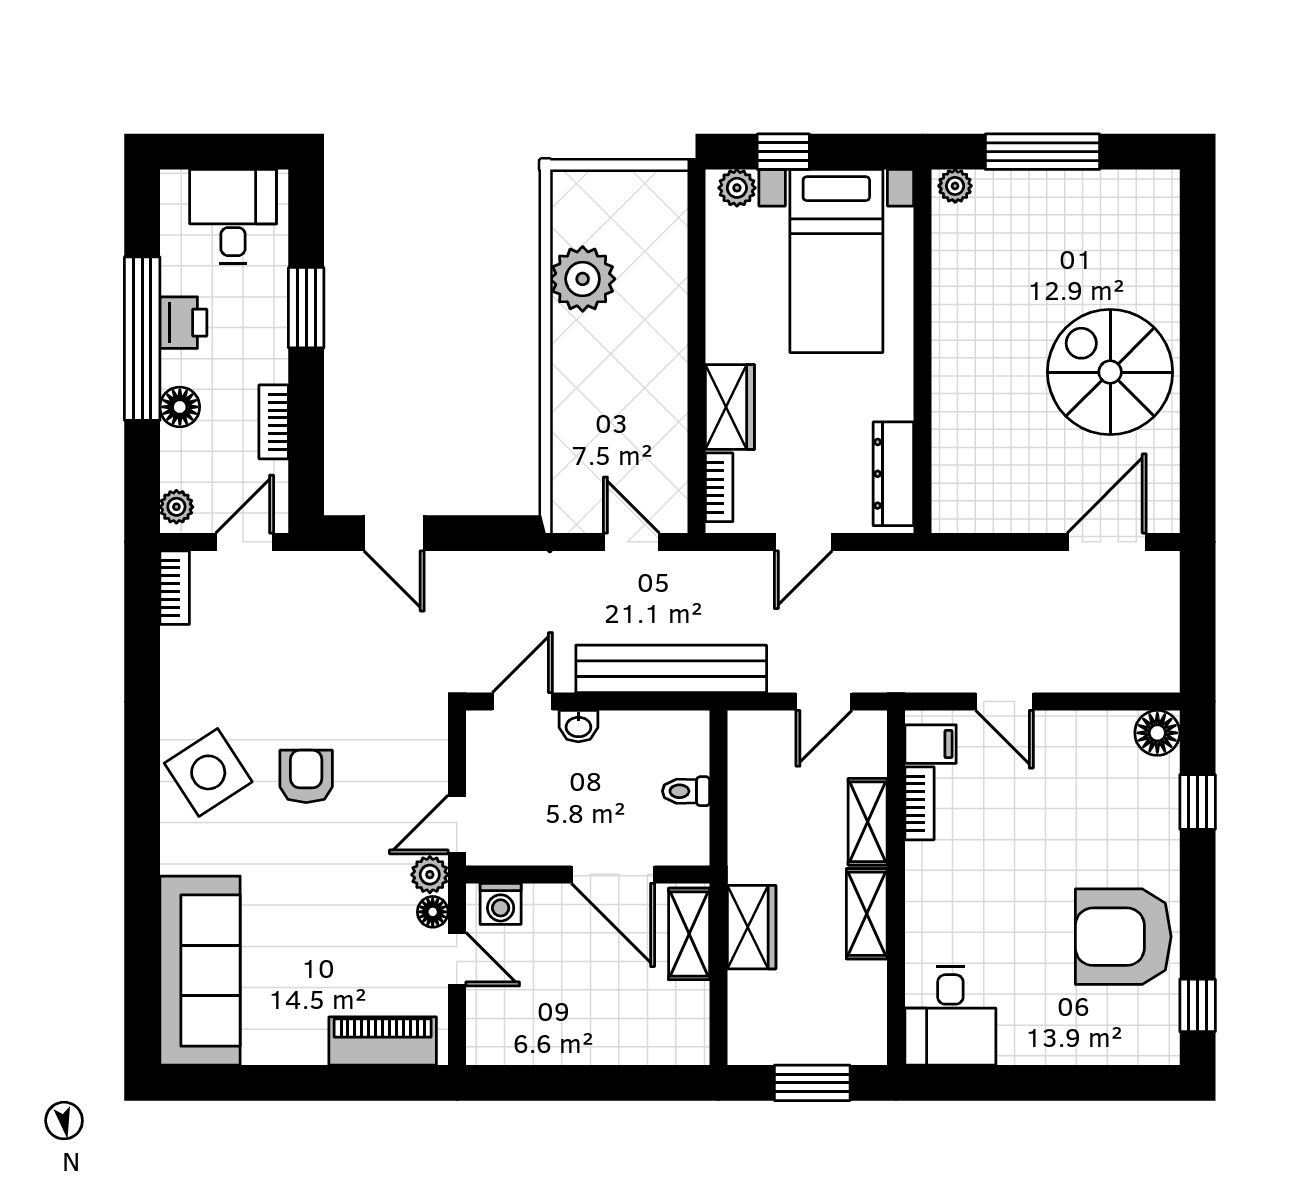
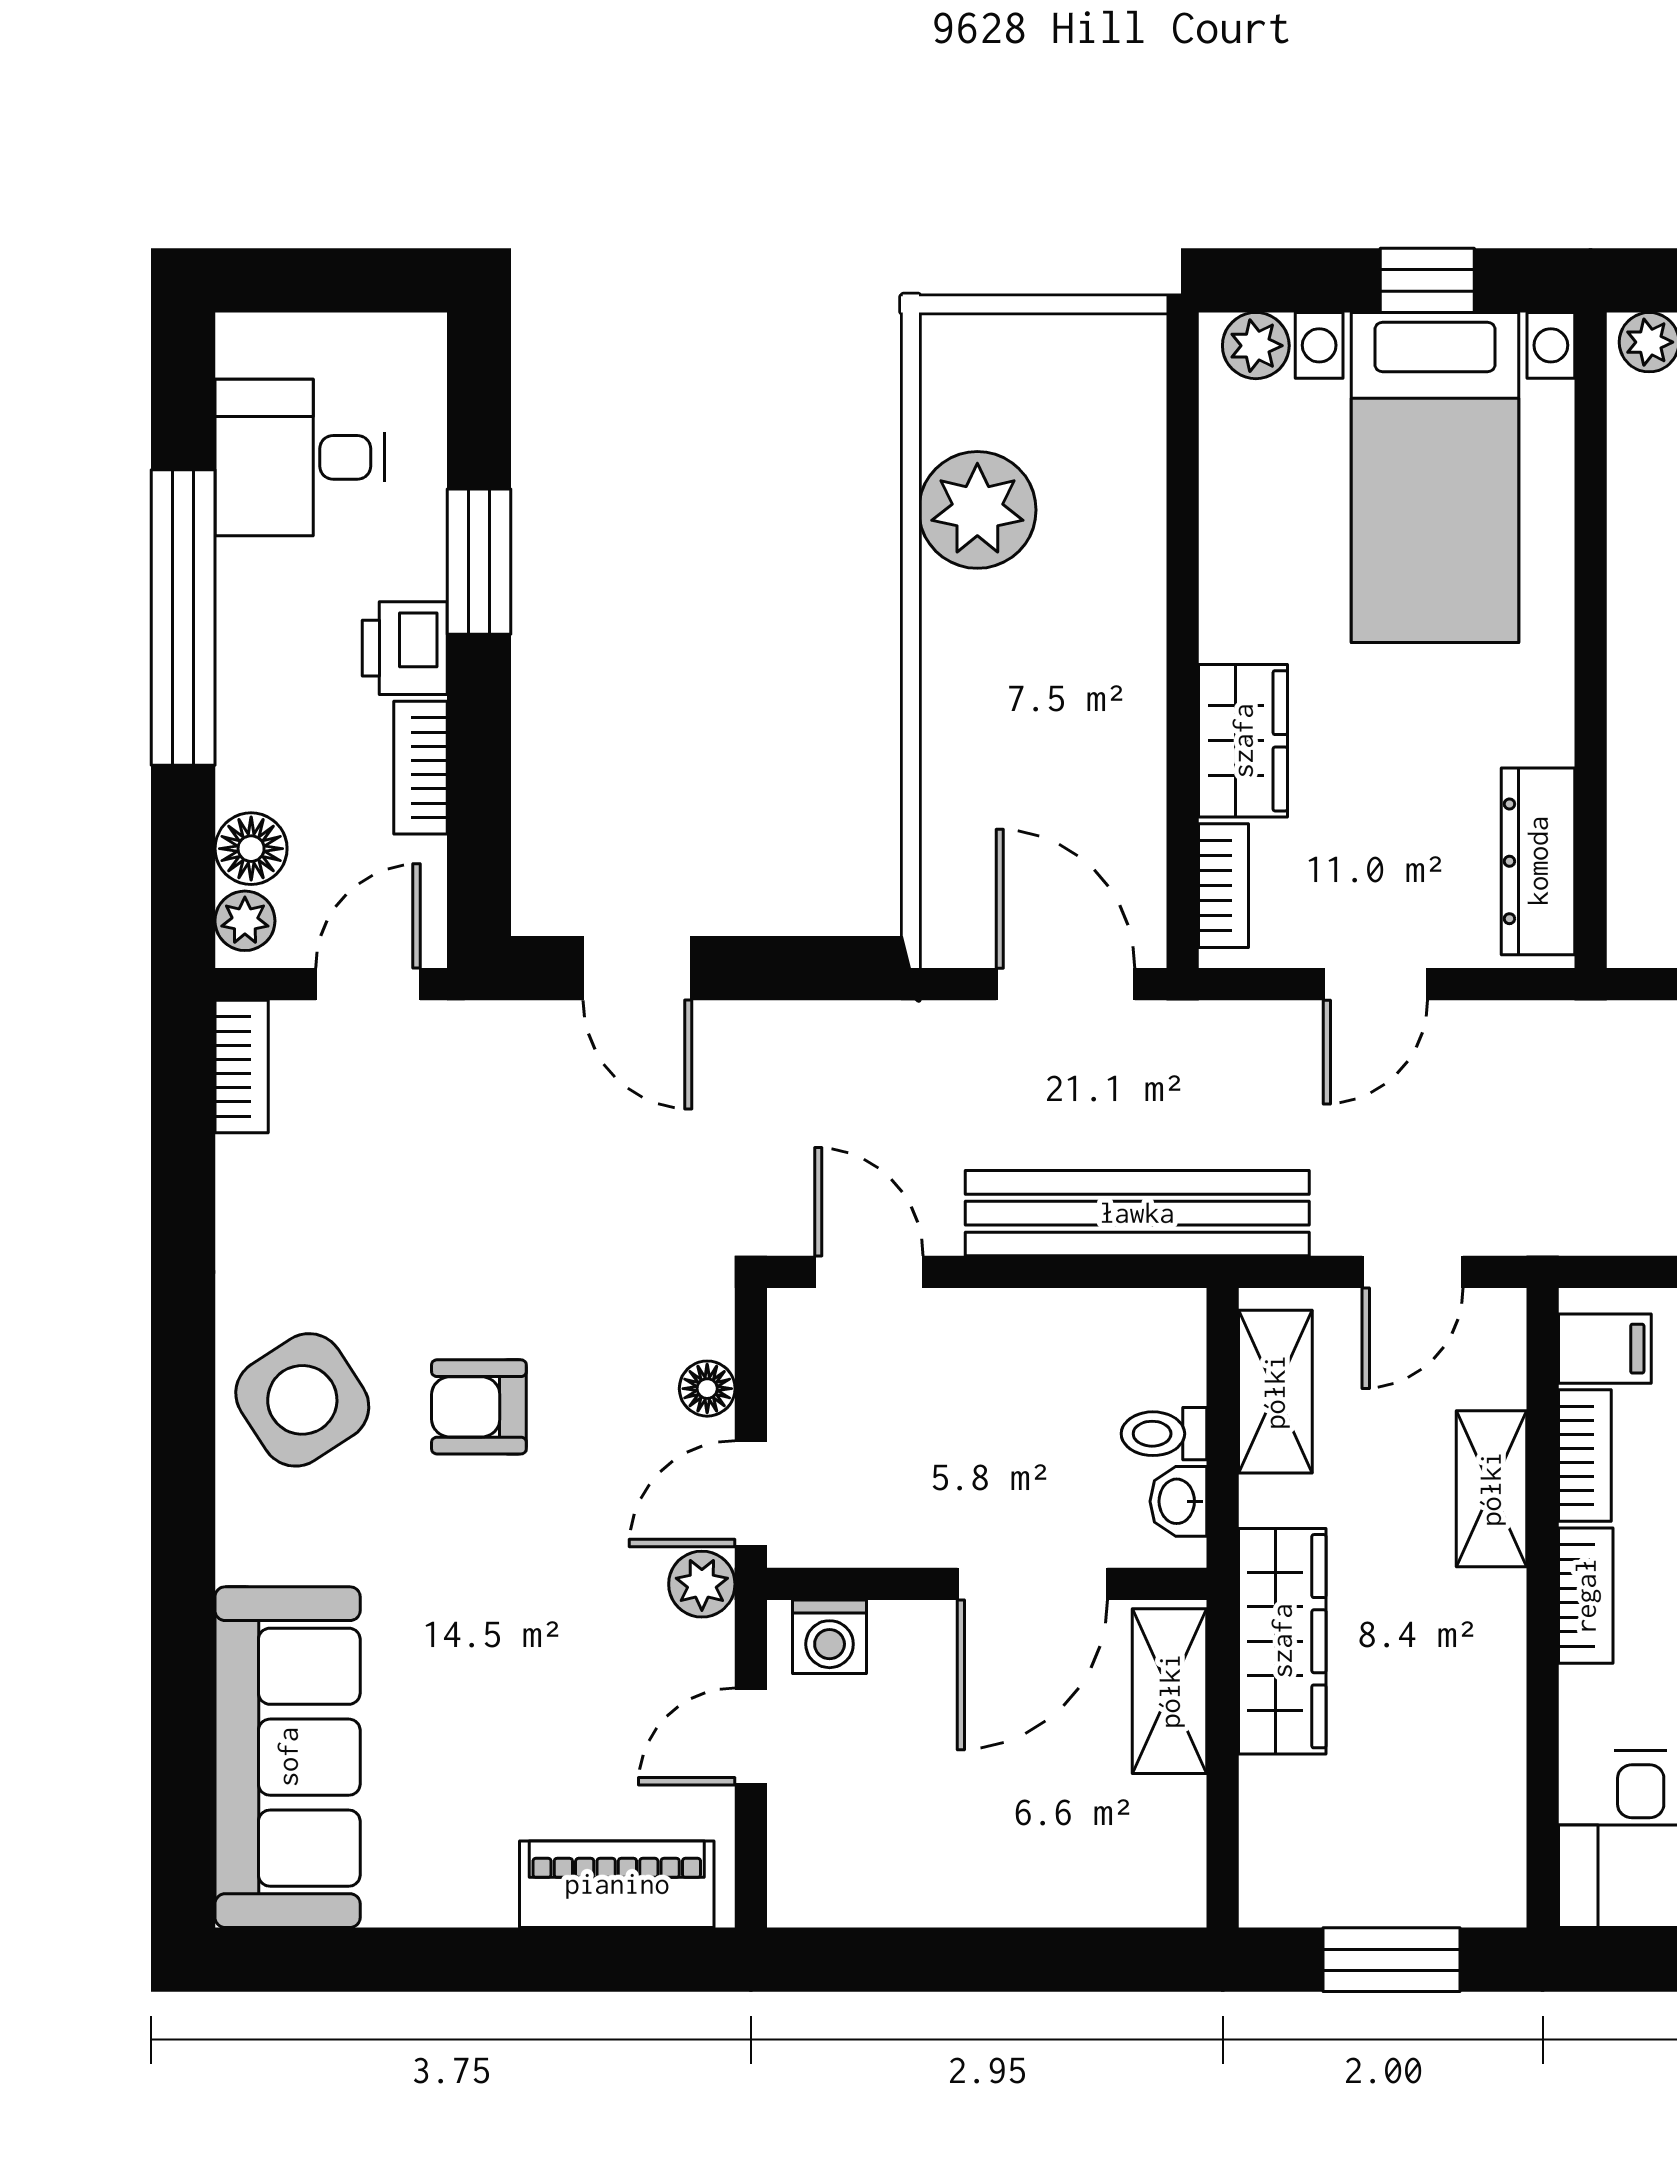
window: (783, 152) -> (1427, 280), moved
desk: (233, 216) -> (300, 457), moved, turned -90
printer: (183, 323) -> (405, 648), moved, turned 180
floor lamp: (180, 407) -> (251, 849), moved
door: (631, 542) -> (1066, 984), width x1.38
door: (522, 702) -> (869, 1272), hinge flipped
washbasin: (578, 726) -> (1178, 1501), moved, turned 90
armchair: (306, 776) -> (479, 1407), turned -90
door: (613, 874) -> (1032, 1584), hinge flipped
bookcase: (920, 881) -> (1586, 1596), added
floor lamp: (433, 912) -> (707, 1389), moved
shelving: (867, 914) -> (1275, 1392), moved
wardrobe: (752, 927) -> (1282, 1641), width x1.50
door: (457, 959) -> (751, 1736), swing flipped

